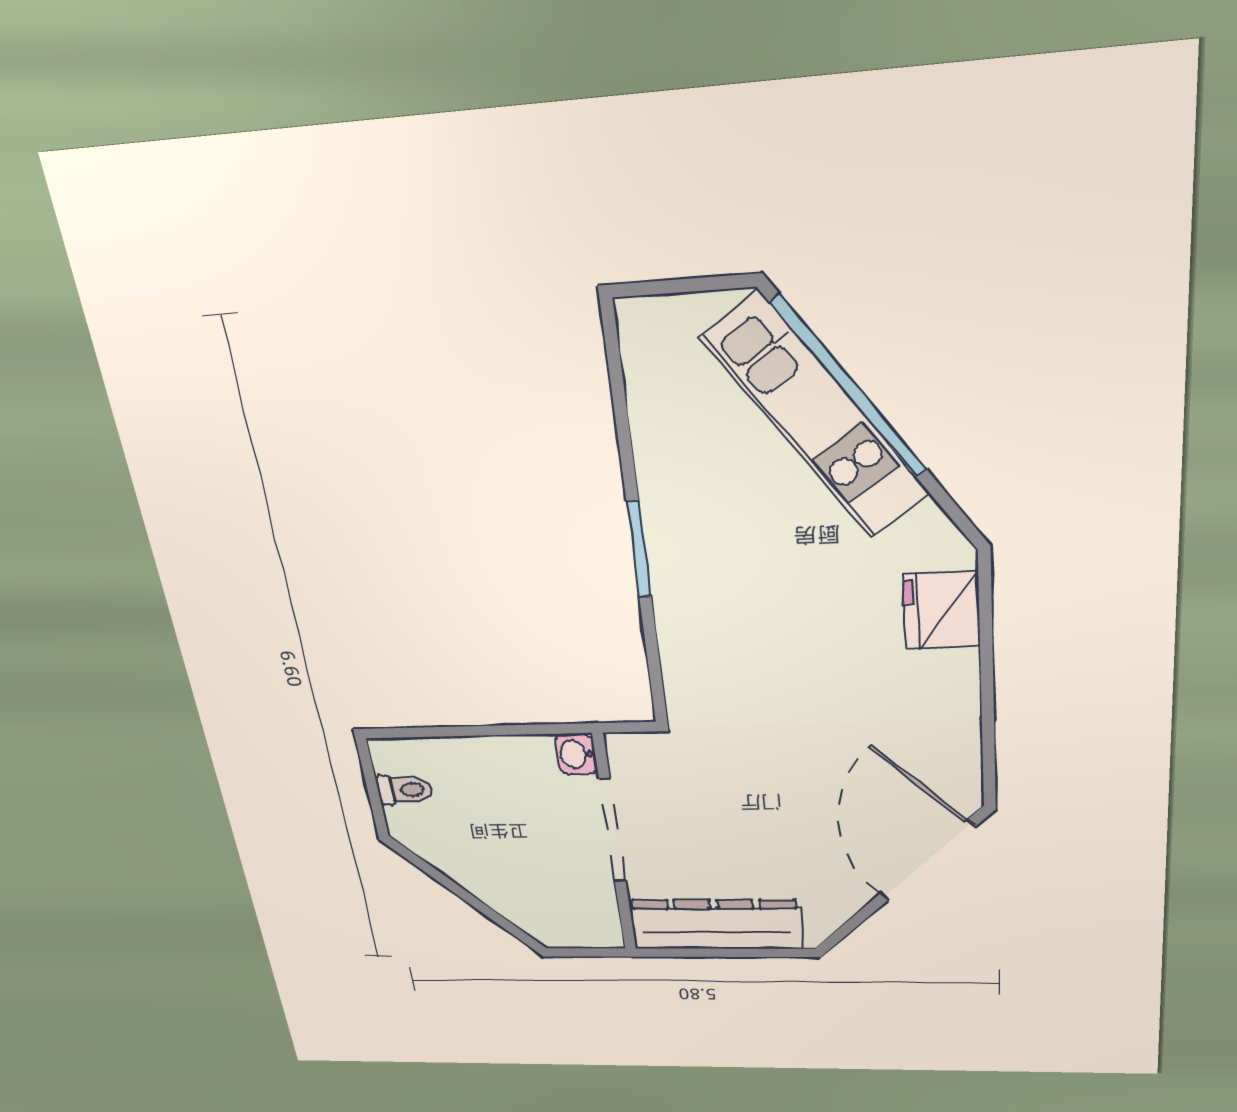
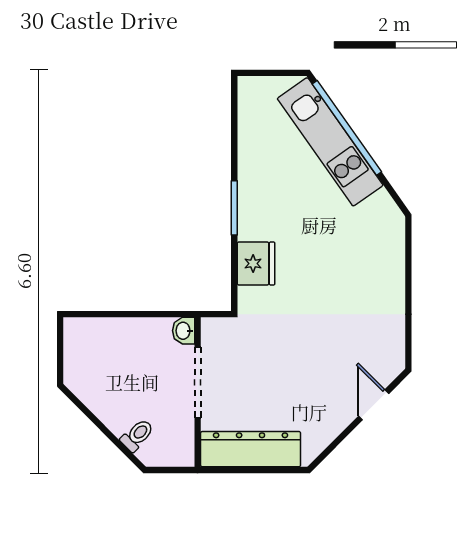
fridge: (942, 610) -> (256, 264), moved, turned 180
toilet: (405, 790) -> (137, 435), moved, turned -45
door: (927, 860) -> (374, 405), width x0.53

